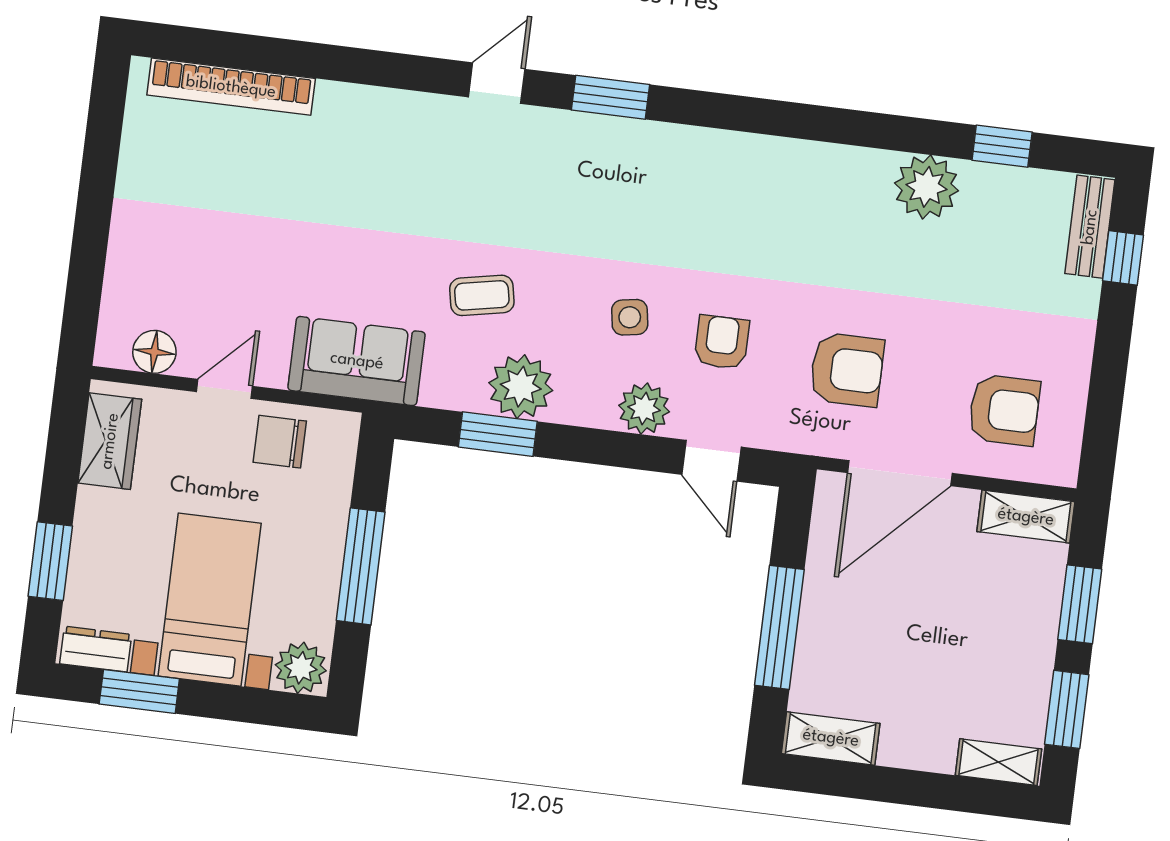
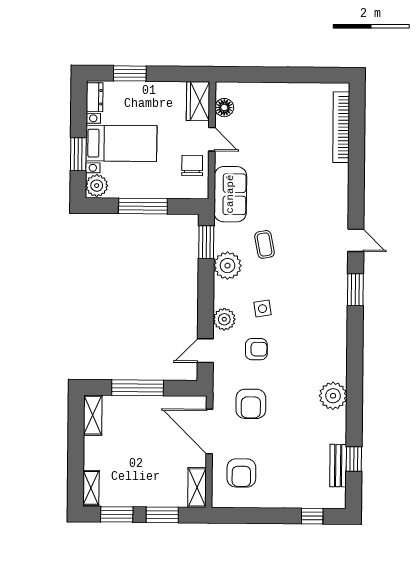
plant: (927, 187) -> (333, 396), moved
bench: (1090, 227) -> (338, 466), moved, turned 90
window: (498, 434) -> (206, 242), moved
wardrobe: (110, 441) -> (198, 101), moved, turned 90
window: (139, 691) -> (78, 154), moved

